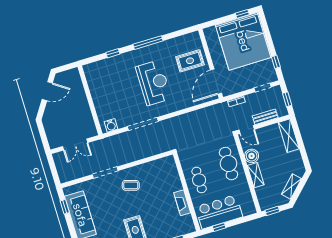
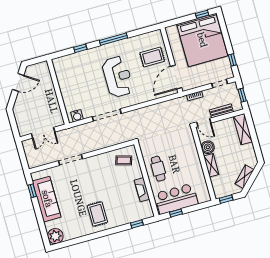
cafe table: (228, 164) -> (186, 154), removed
coffee table: (131, 185) -> (124, 160), moved

